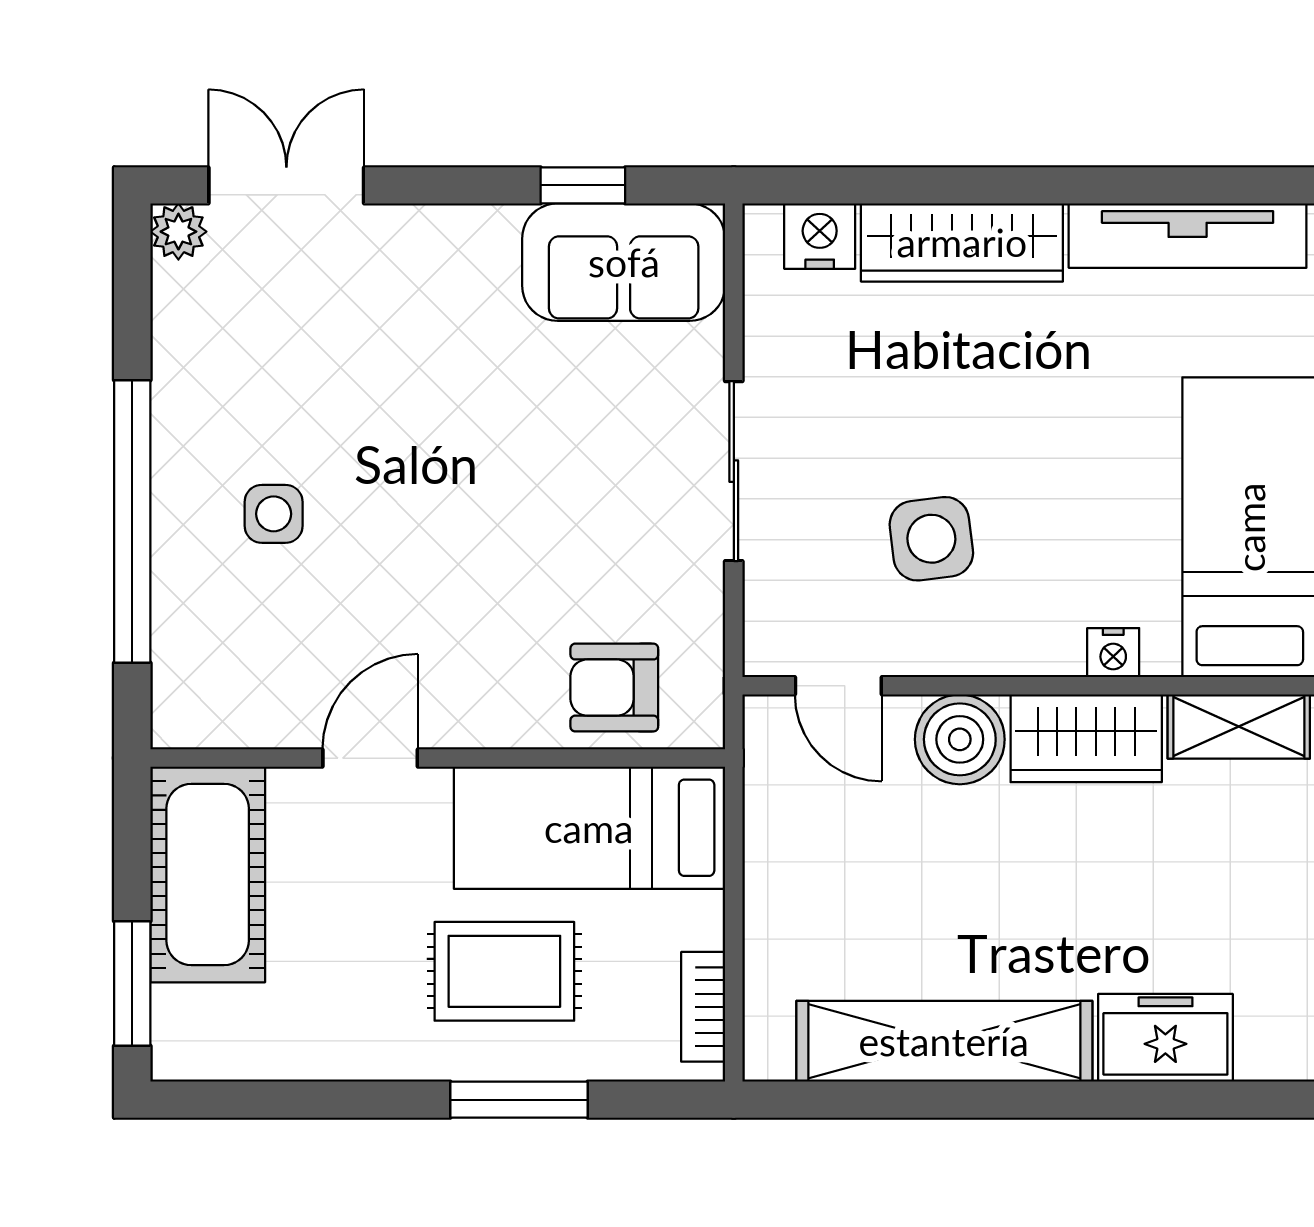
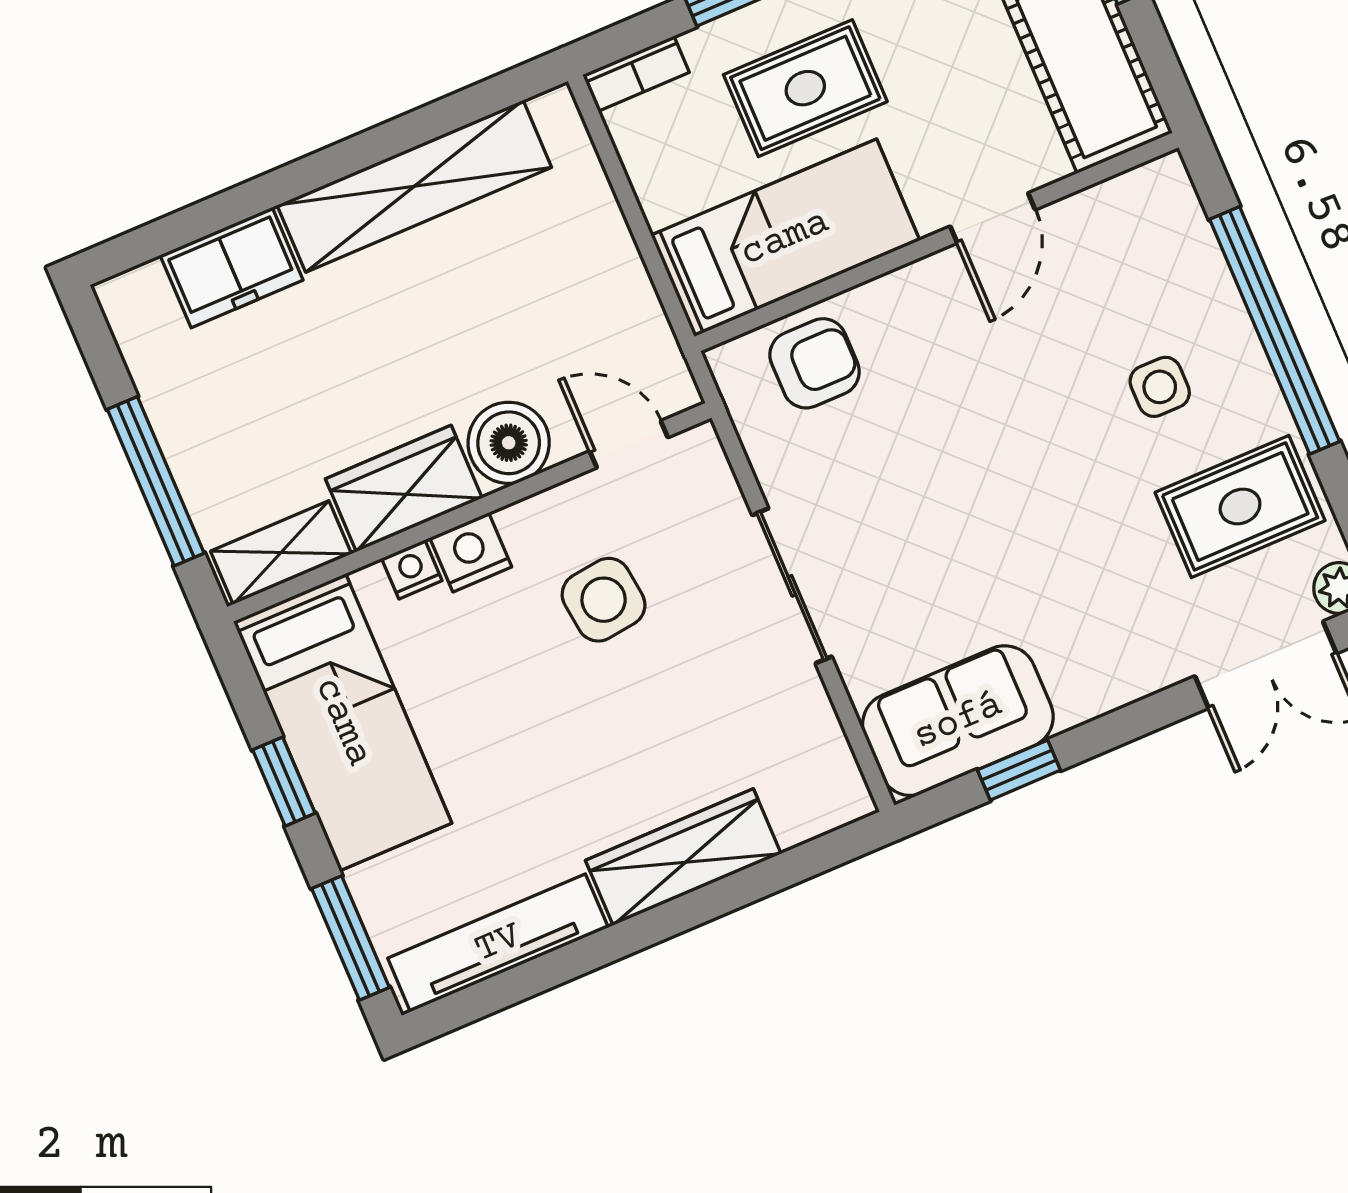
nightstand: (820, 236) -> (471, 552), moved, turned 180
rug: (244, 357) -> (1240, 506), added
bookcase: (703, 1007) -> (636, 74), moved, turned 90

